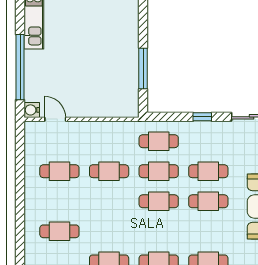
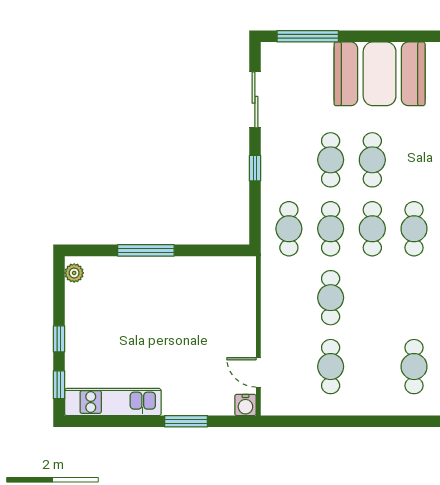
window: (20, 67) -> (186, 421), width x0.47
window: (143, 69) -> (146, 250), moved
door: (55, 119) -> (258, 372), hinge flipped
cafe table: (159, 231) -> (414, 229), added

